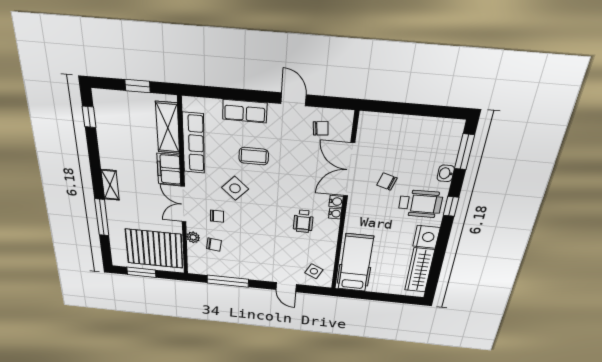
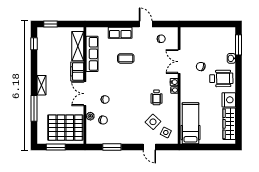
window: (138, 86) -> (51, 24), moved
double door: (349, 170) -> (179, 62), width x0.73
side table: (235, 188) -> (153, 122), moved
window: (451, 206) -> (238, 78), removed
window: (228, 281) -> (112, 147), width x0.69

